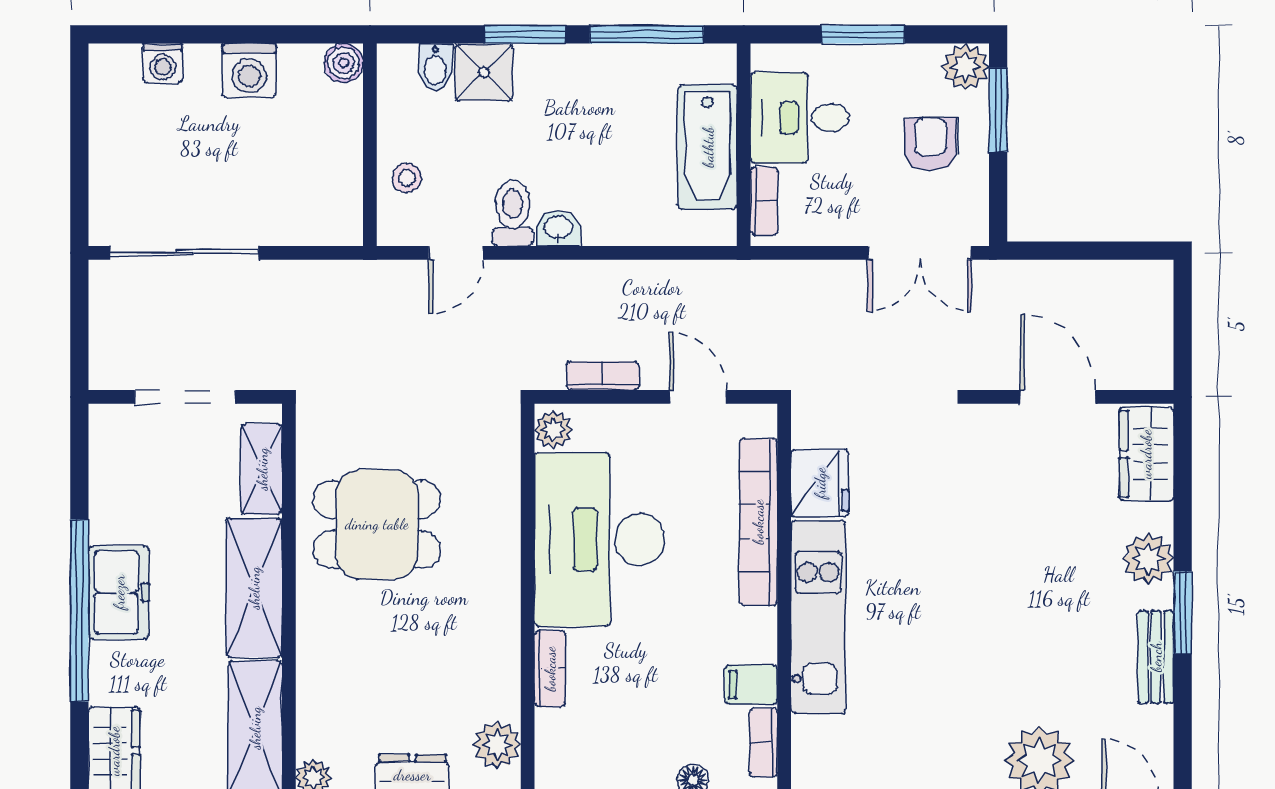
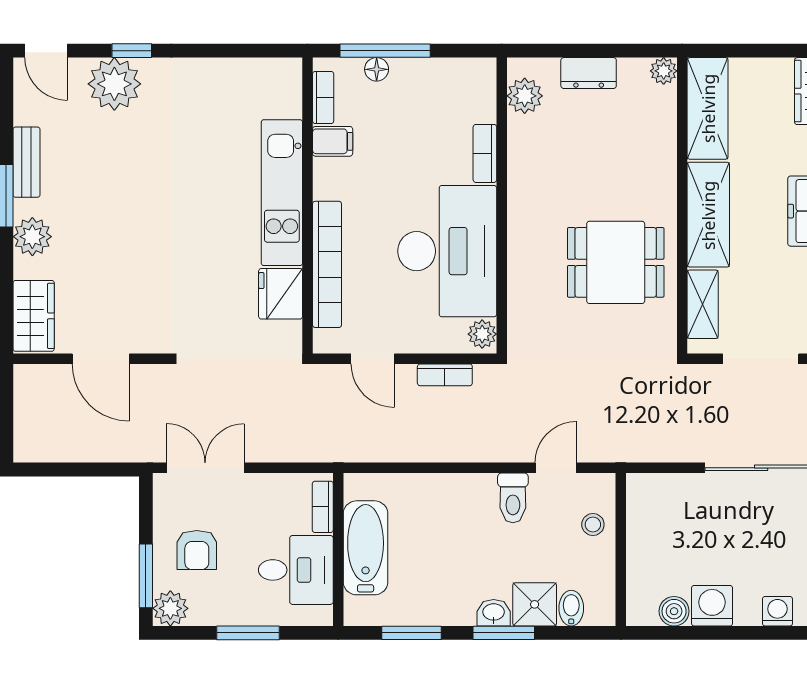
window: (647, 34) -> (412, 633), width x0.69
boiler: (343, 63) -> (674, 611), moved
washbasin: (558, 228) -> (494, 613), moved, turned 180

